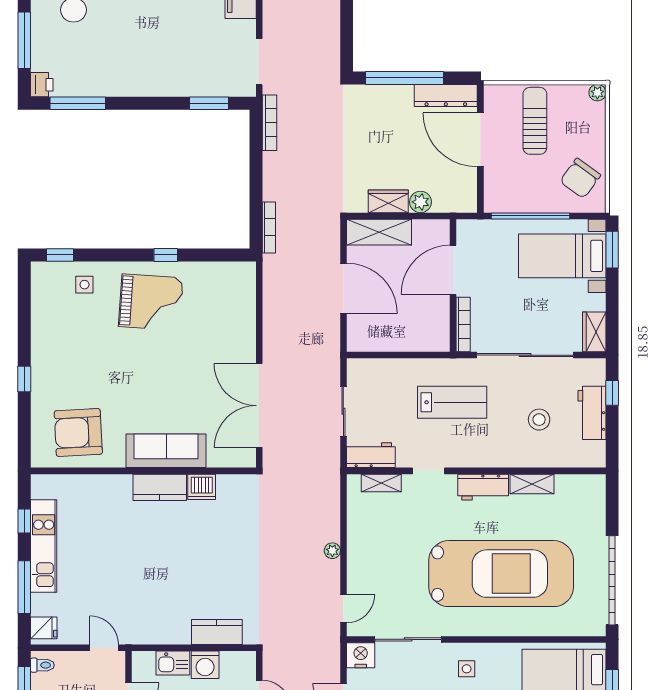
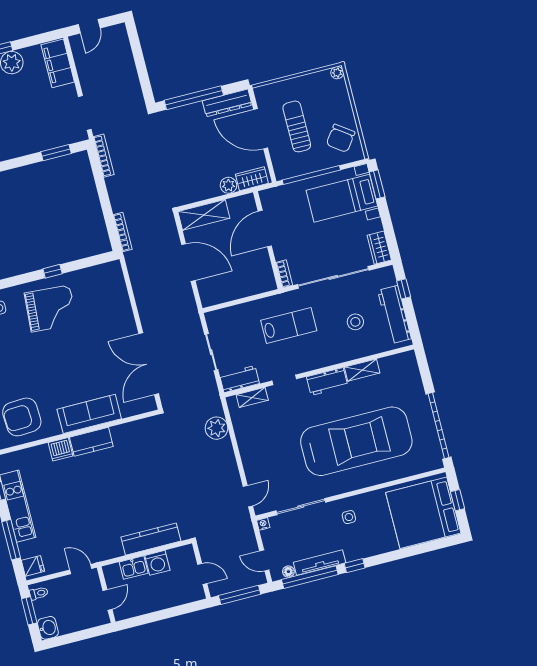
sun lounger: (535, 121) -> (297, 126), moved
wardrobe: (388, 201) -> (252, 179), moved
bookcase: (463, 324) -> (284, 274), width x0.64
workbench: (592, 413) -> (395, 315), width x1.38
dishwasher: (202, 487) -> (61, 449), moved
plant: (332, 551) -> (217, 428), moved, width x1.88, depth x1.88
kitchen counter: (217, 632) -> (151, 539), width x1.50
nightstand: (361, 655) -> (263, 524), width x0.53, depth x0.56

